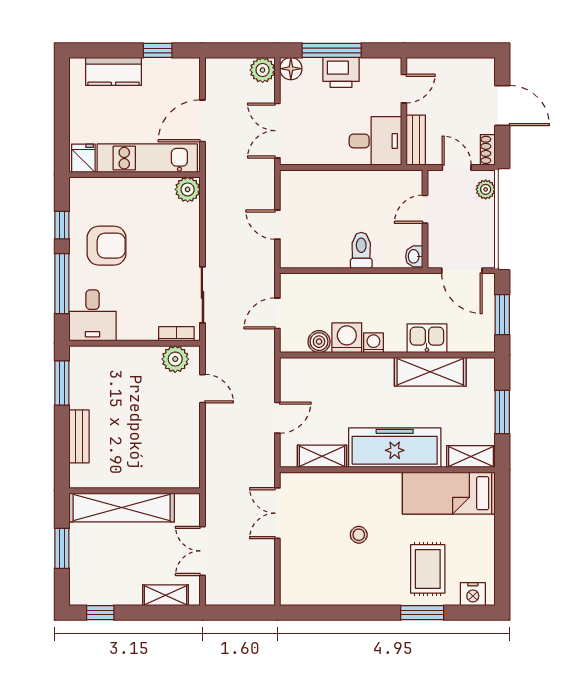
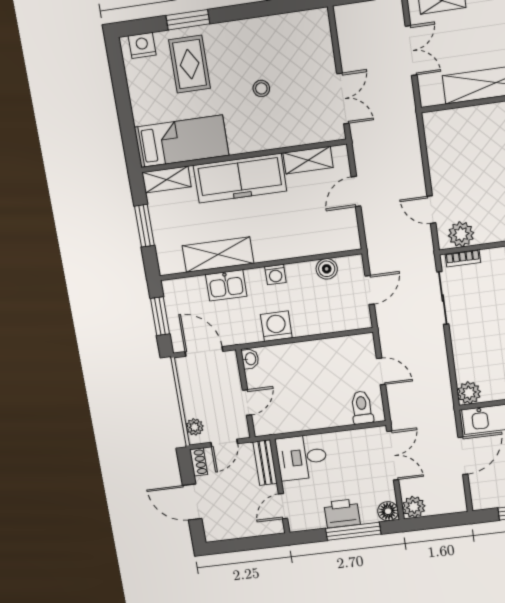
door: (457, 168) -> (224, 443), hinge flipped
toilet: (361, 250) -> (362, 408), moved, turned 180
washing machine: (347, 338) -> (276, 326), moved, turned 180

